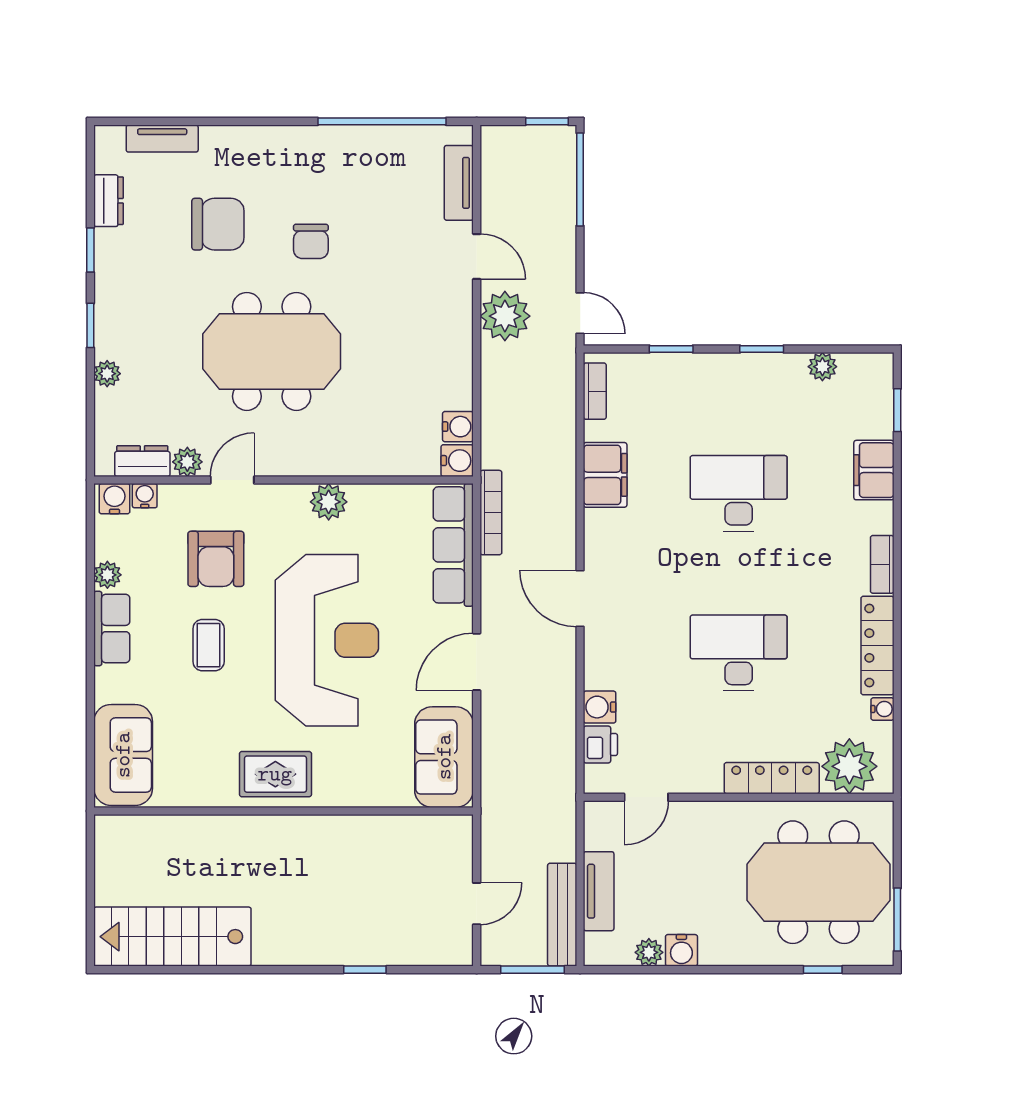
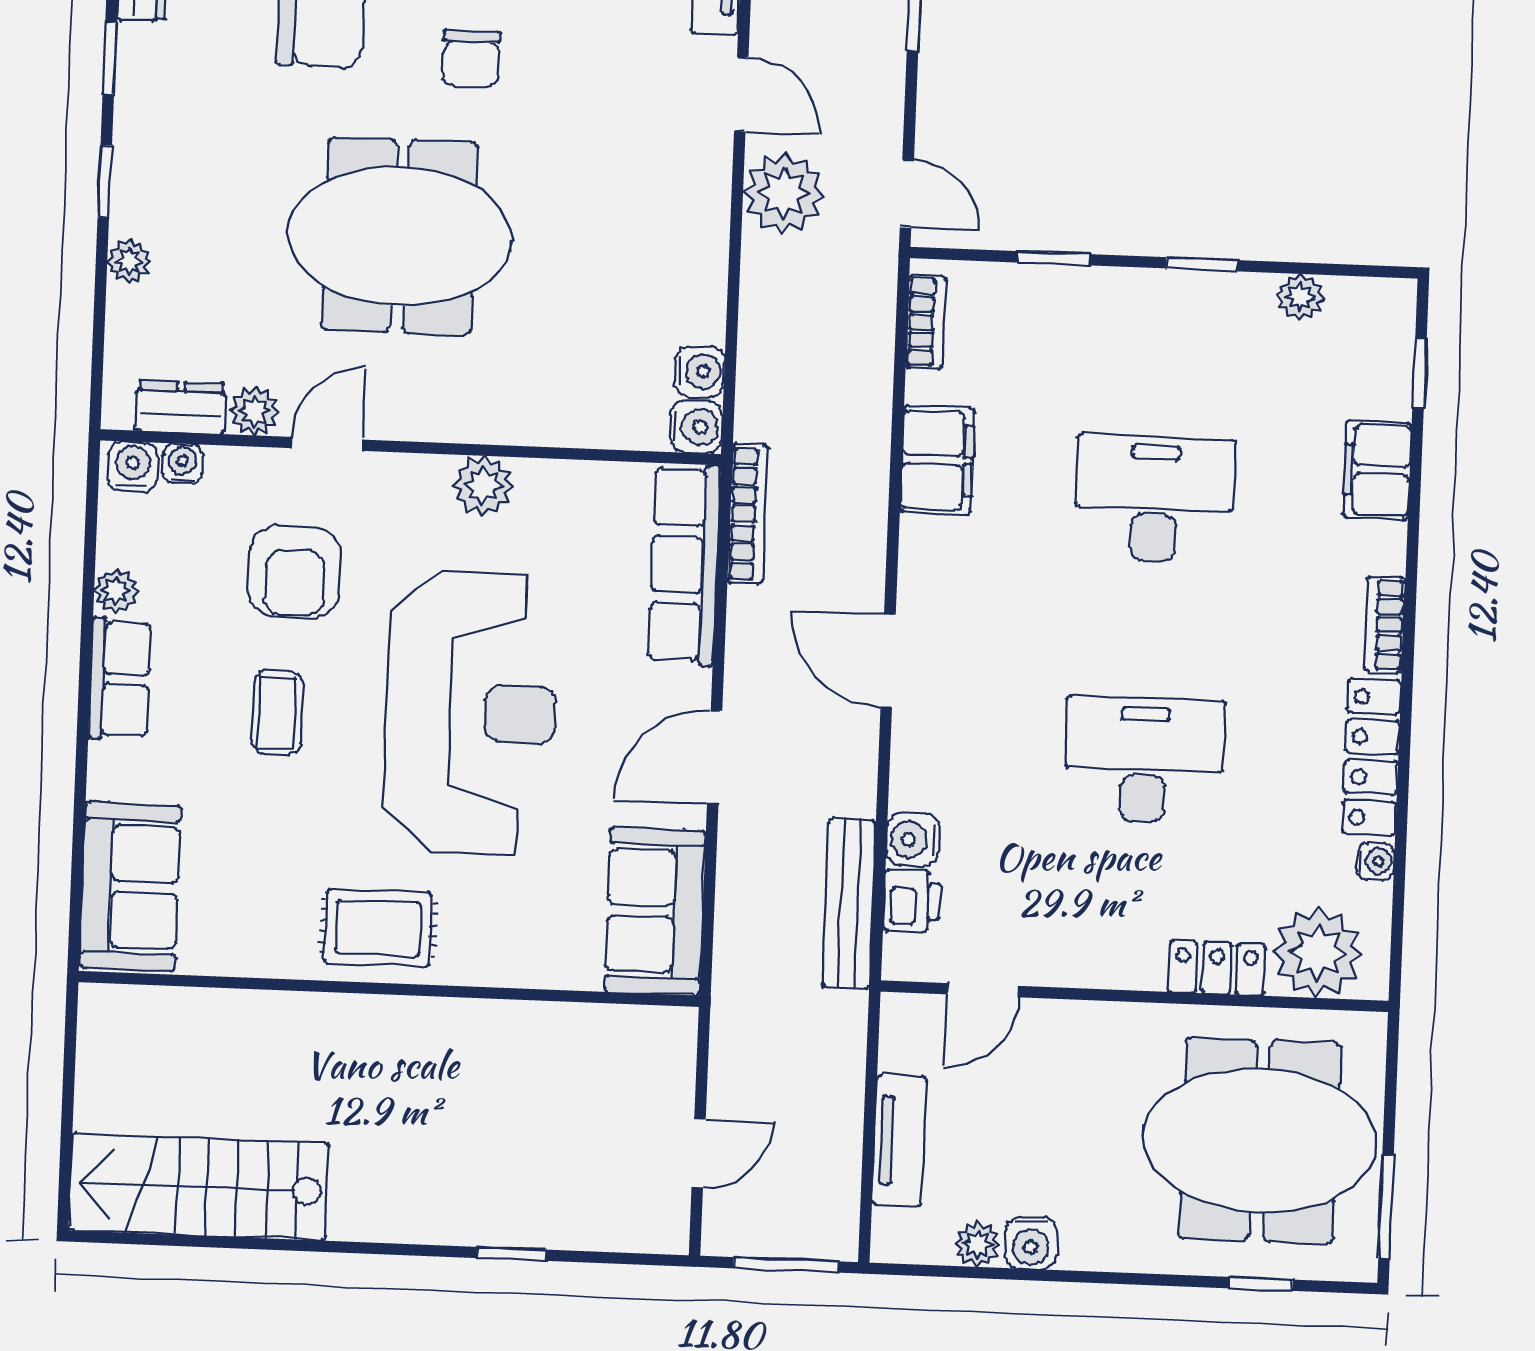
locker: (772, 778) -> (1217, 968), width x0.66
bench: (562, 915) -> (849, 904), moved

